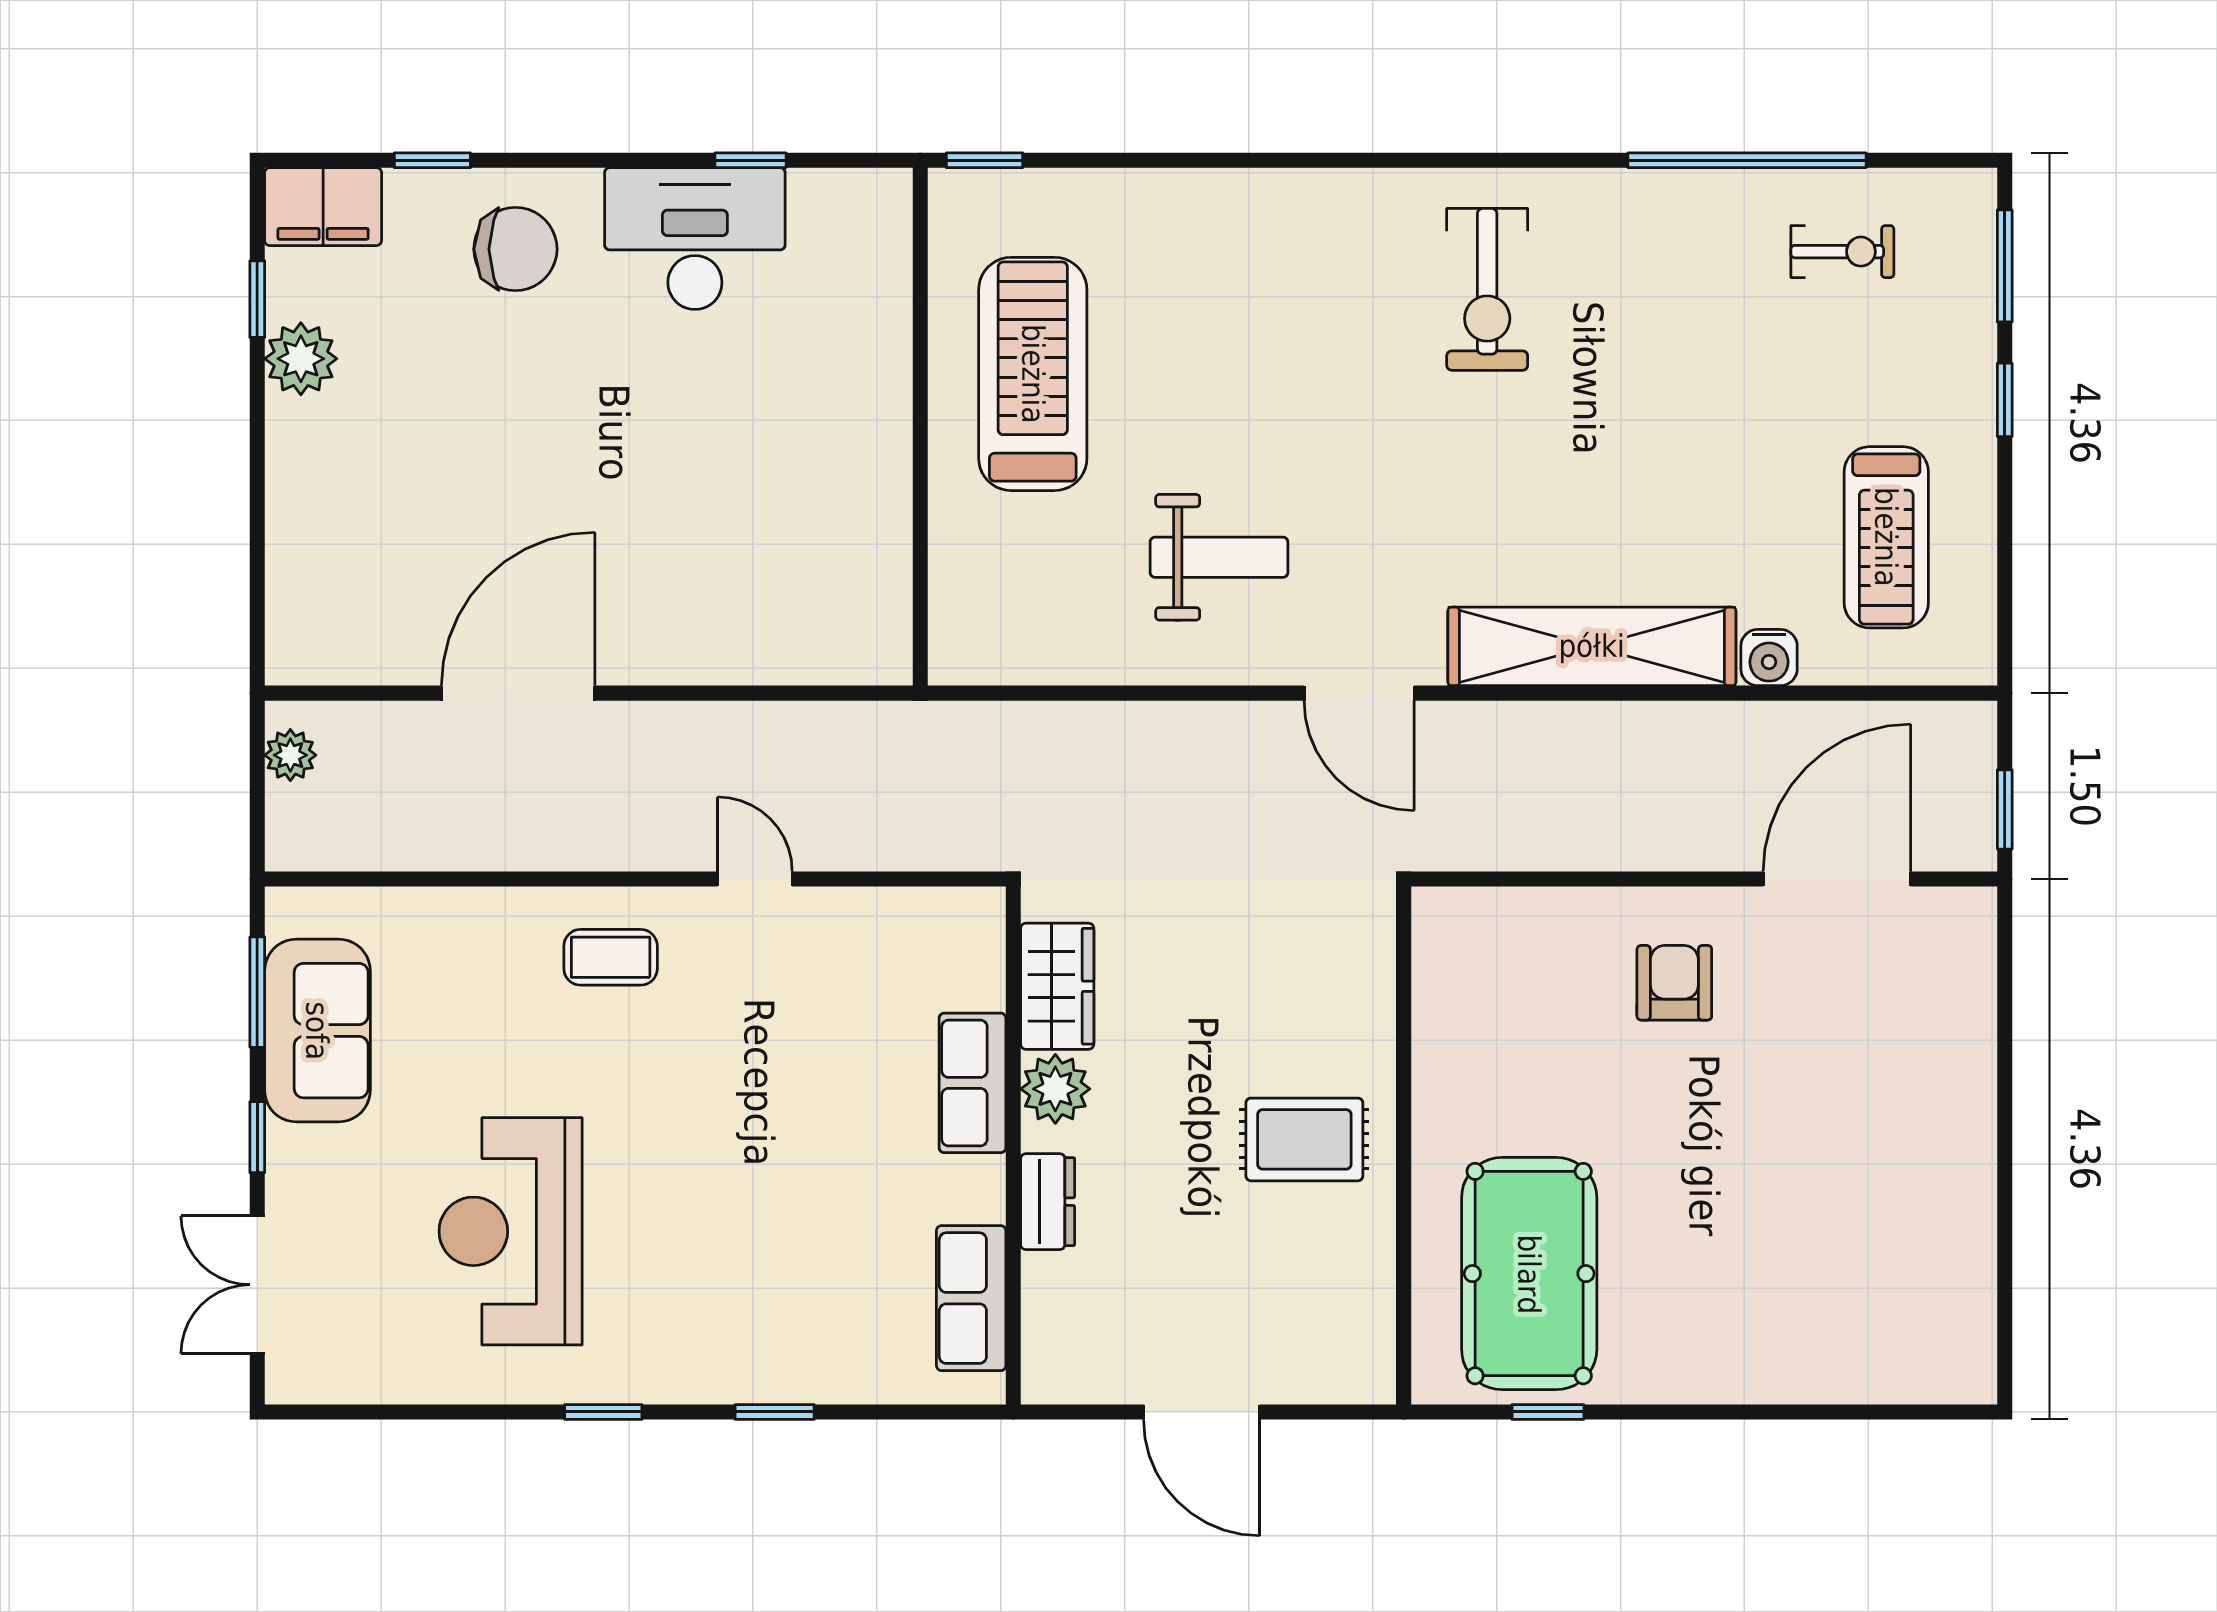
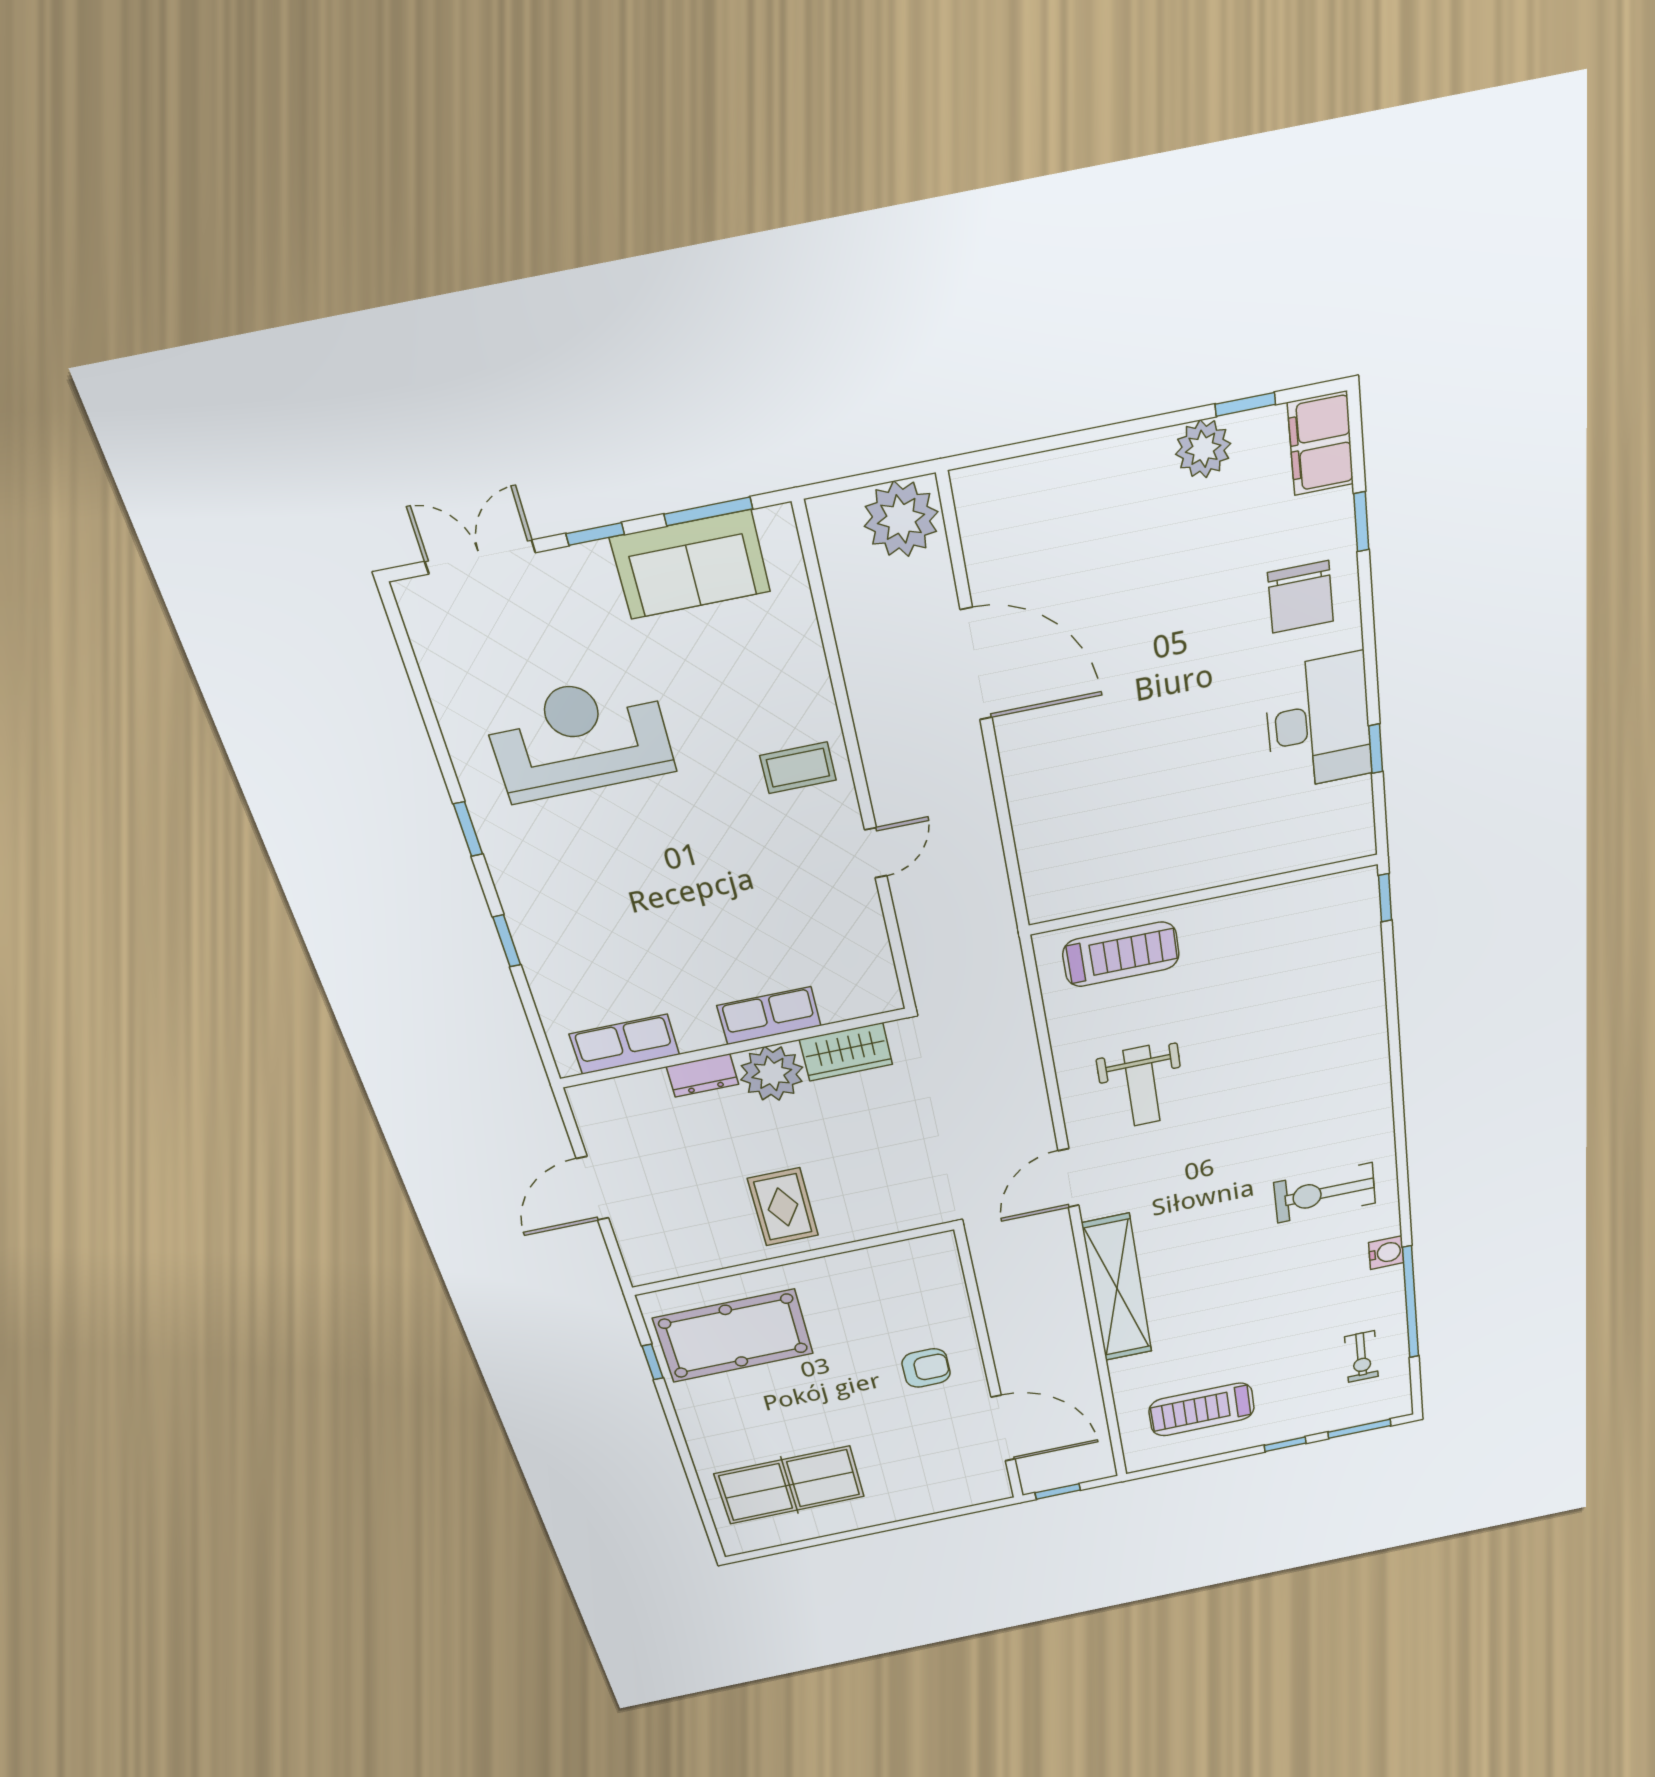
treadmill: (1033, 374) -> (1121, 954), moved, width x0.73, depth x0.73
water cooler: (1769, 658) -> (1386, 1253), moved, turned 180
plant: (290, 755) -> (901, 519), width x1.88, depth x1.88
coffee table: (611, 957) -> (798, 768), turned 90
plant: (1055, 1089) -> (772, 1074), width x1.36, depth x1.36
table tennis table: (1865, 1258) -> (790, 1485), added

